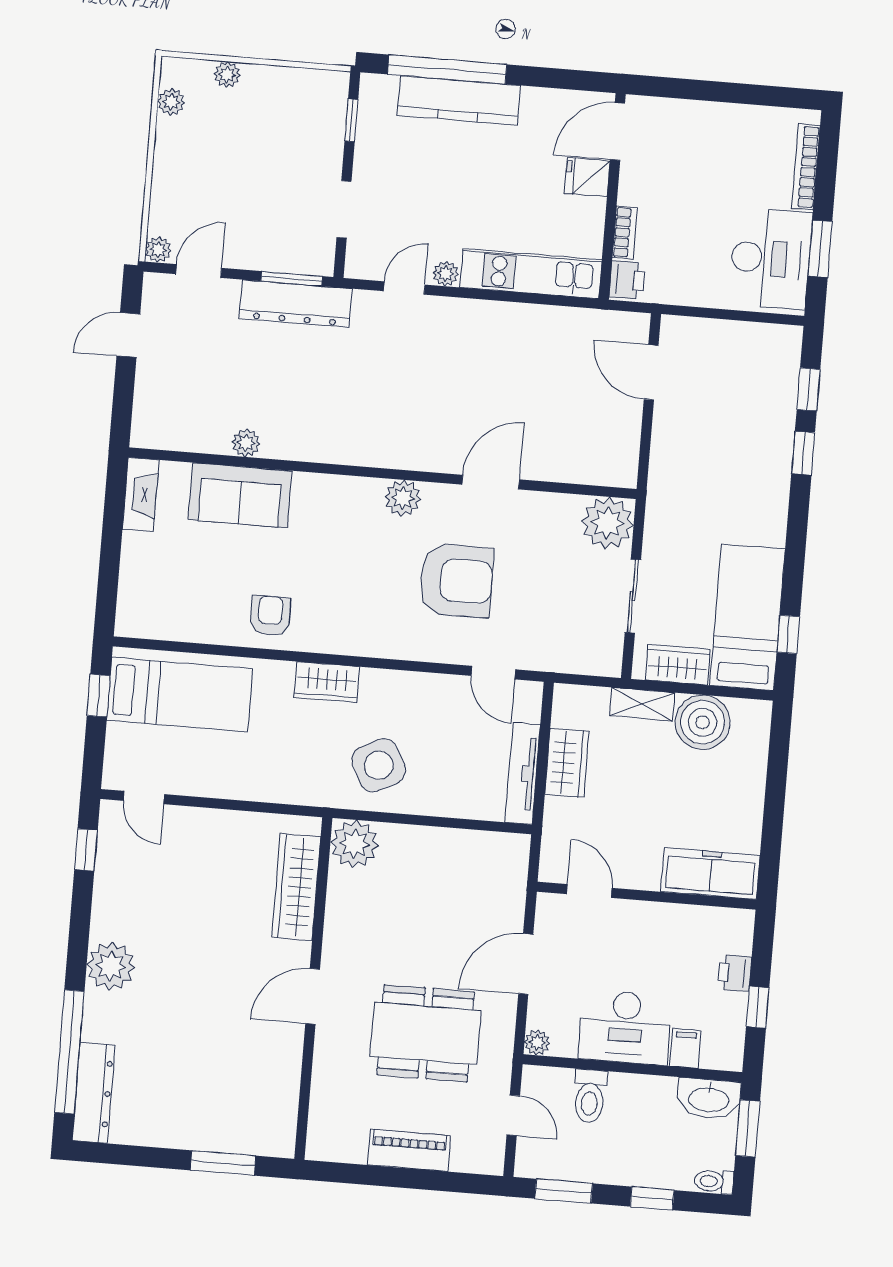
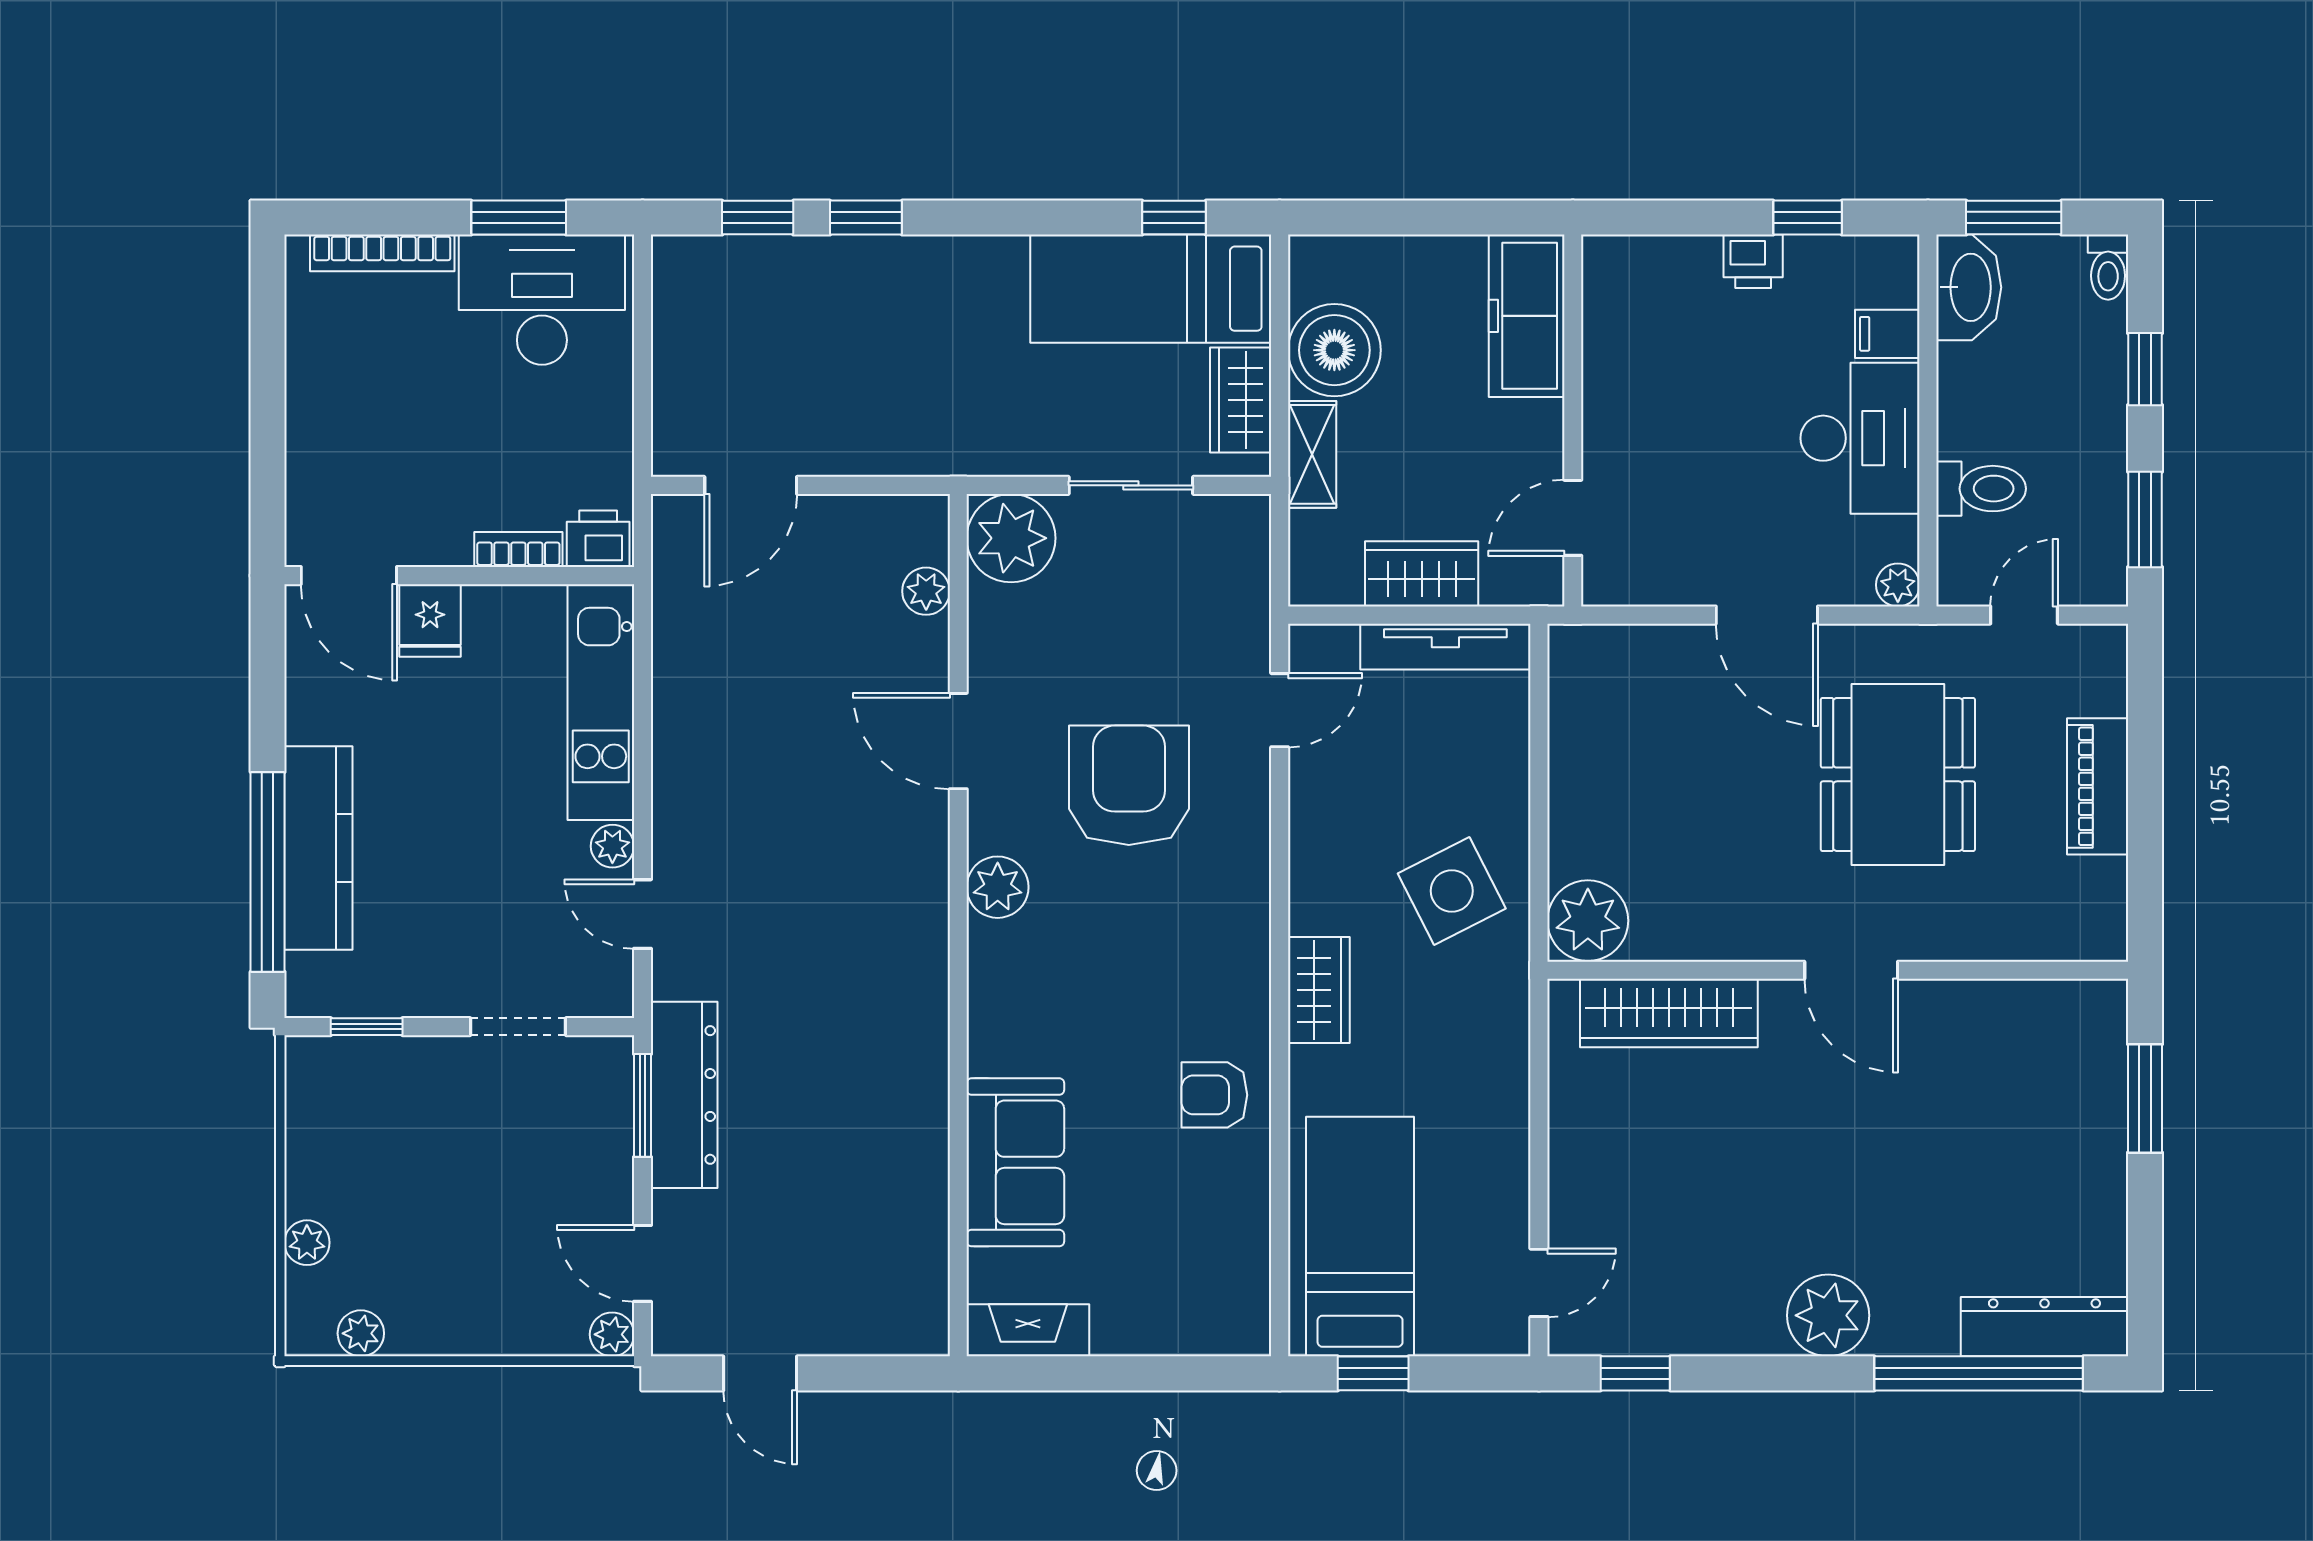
plant: (246, 443) -> (926, 591), moved
freezer: (710, 874) -> (1527, 316), moved
door: (589, 891) -> (1573, 518), moved
wall: (647, 896) -> (1573, 421), moved

